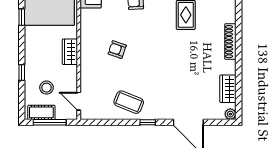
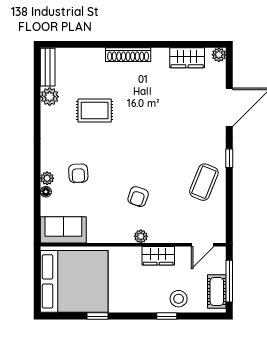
wardrobe: (70, 52) -> (158, 256), moved
plant: (85, 52) -> (141, 236), added
stool: (46, 88) -> (179, 299), moved

